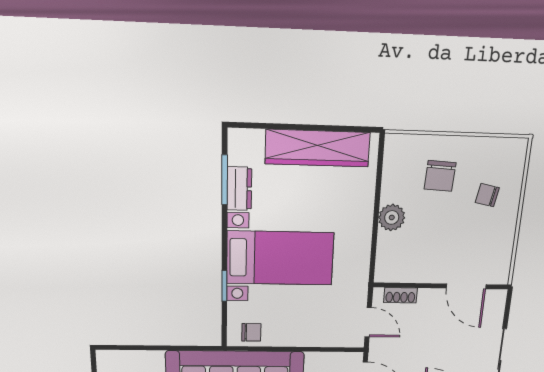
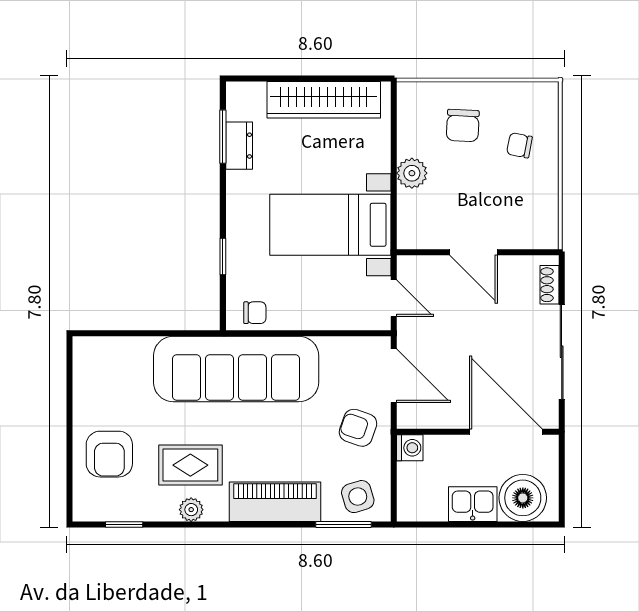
bed with nightstands: (280, 258) -> (330, 225), moved, turned 180
door: (466, 286) -> (474, 252), moved
shoe rack: (400, 295) -> (549, 285), moved, turned 90

